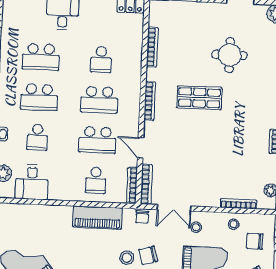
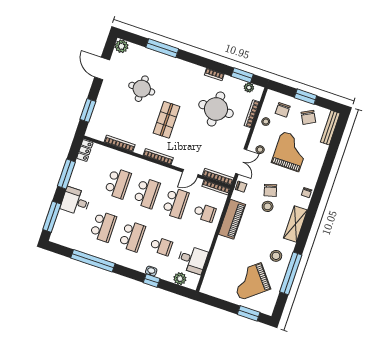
school desk: (101, 60) -> (118, 183), width x1.85
round table: (231, 157) -> (216, 109), added

